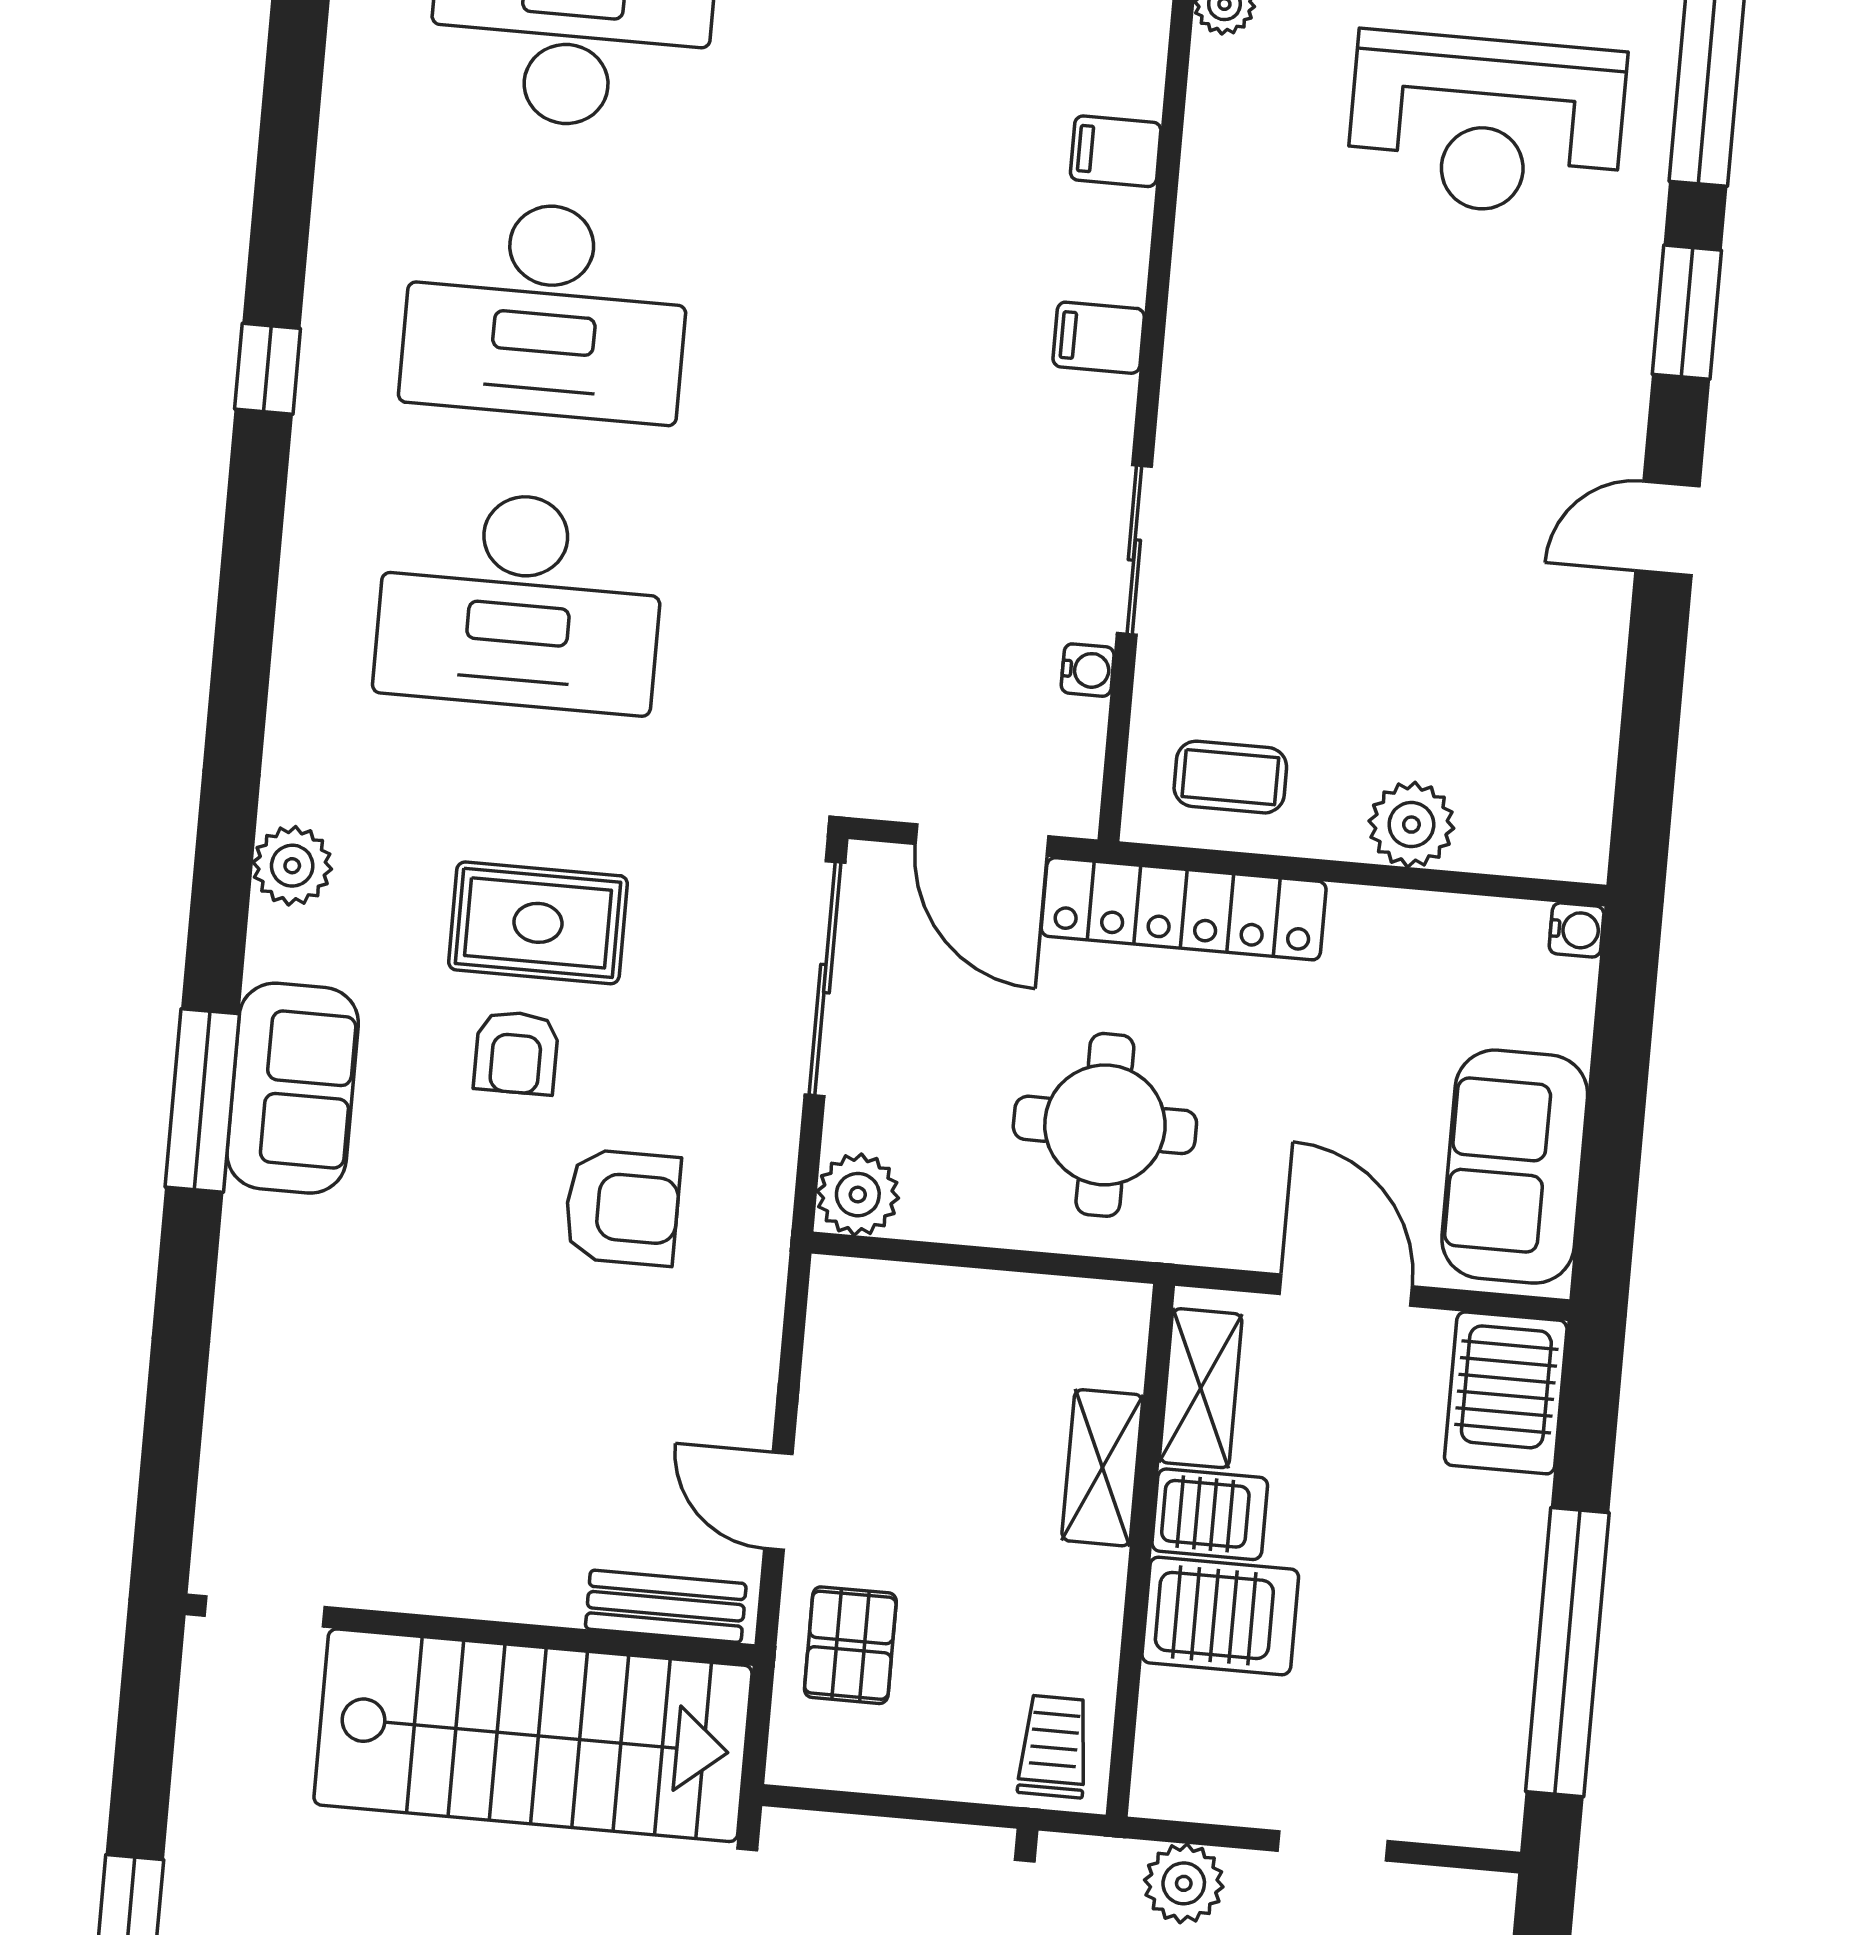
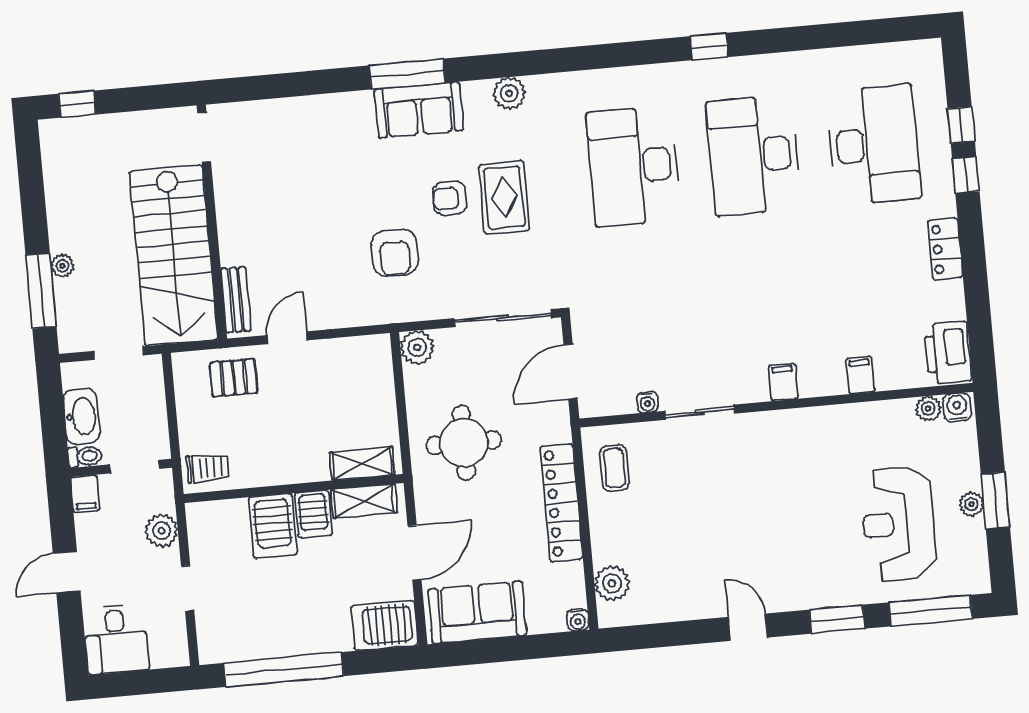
plant: (1411, 825) -> (612, 583), moved
locker: (1184, 909) -> (561, 503), moved
shelving: (1102, 1468) -> (362, 464), moved

